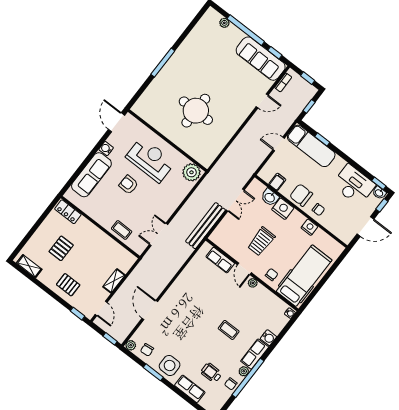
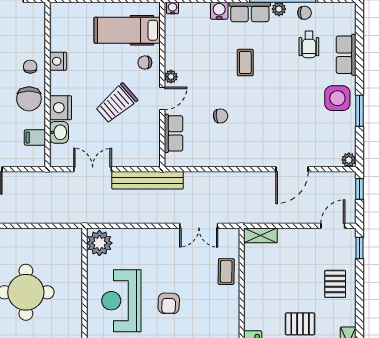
trolley: (261, 241) -> (116, 103), turned 139
hospital bed: (304, 276) -> (127, 30), width x0.73, depth x0.78
shelving: (114, 281) -> (260, 235), moved
chair: (147, 350) -> (221, 116), moved

